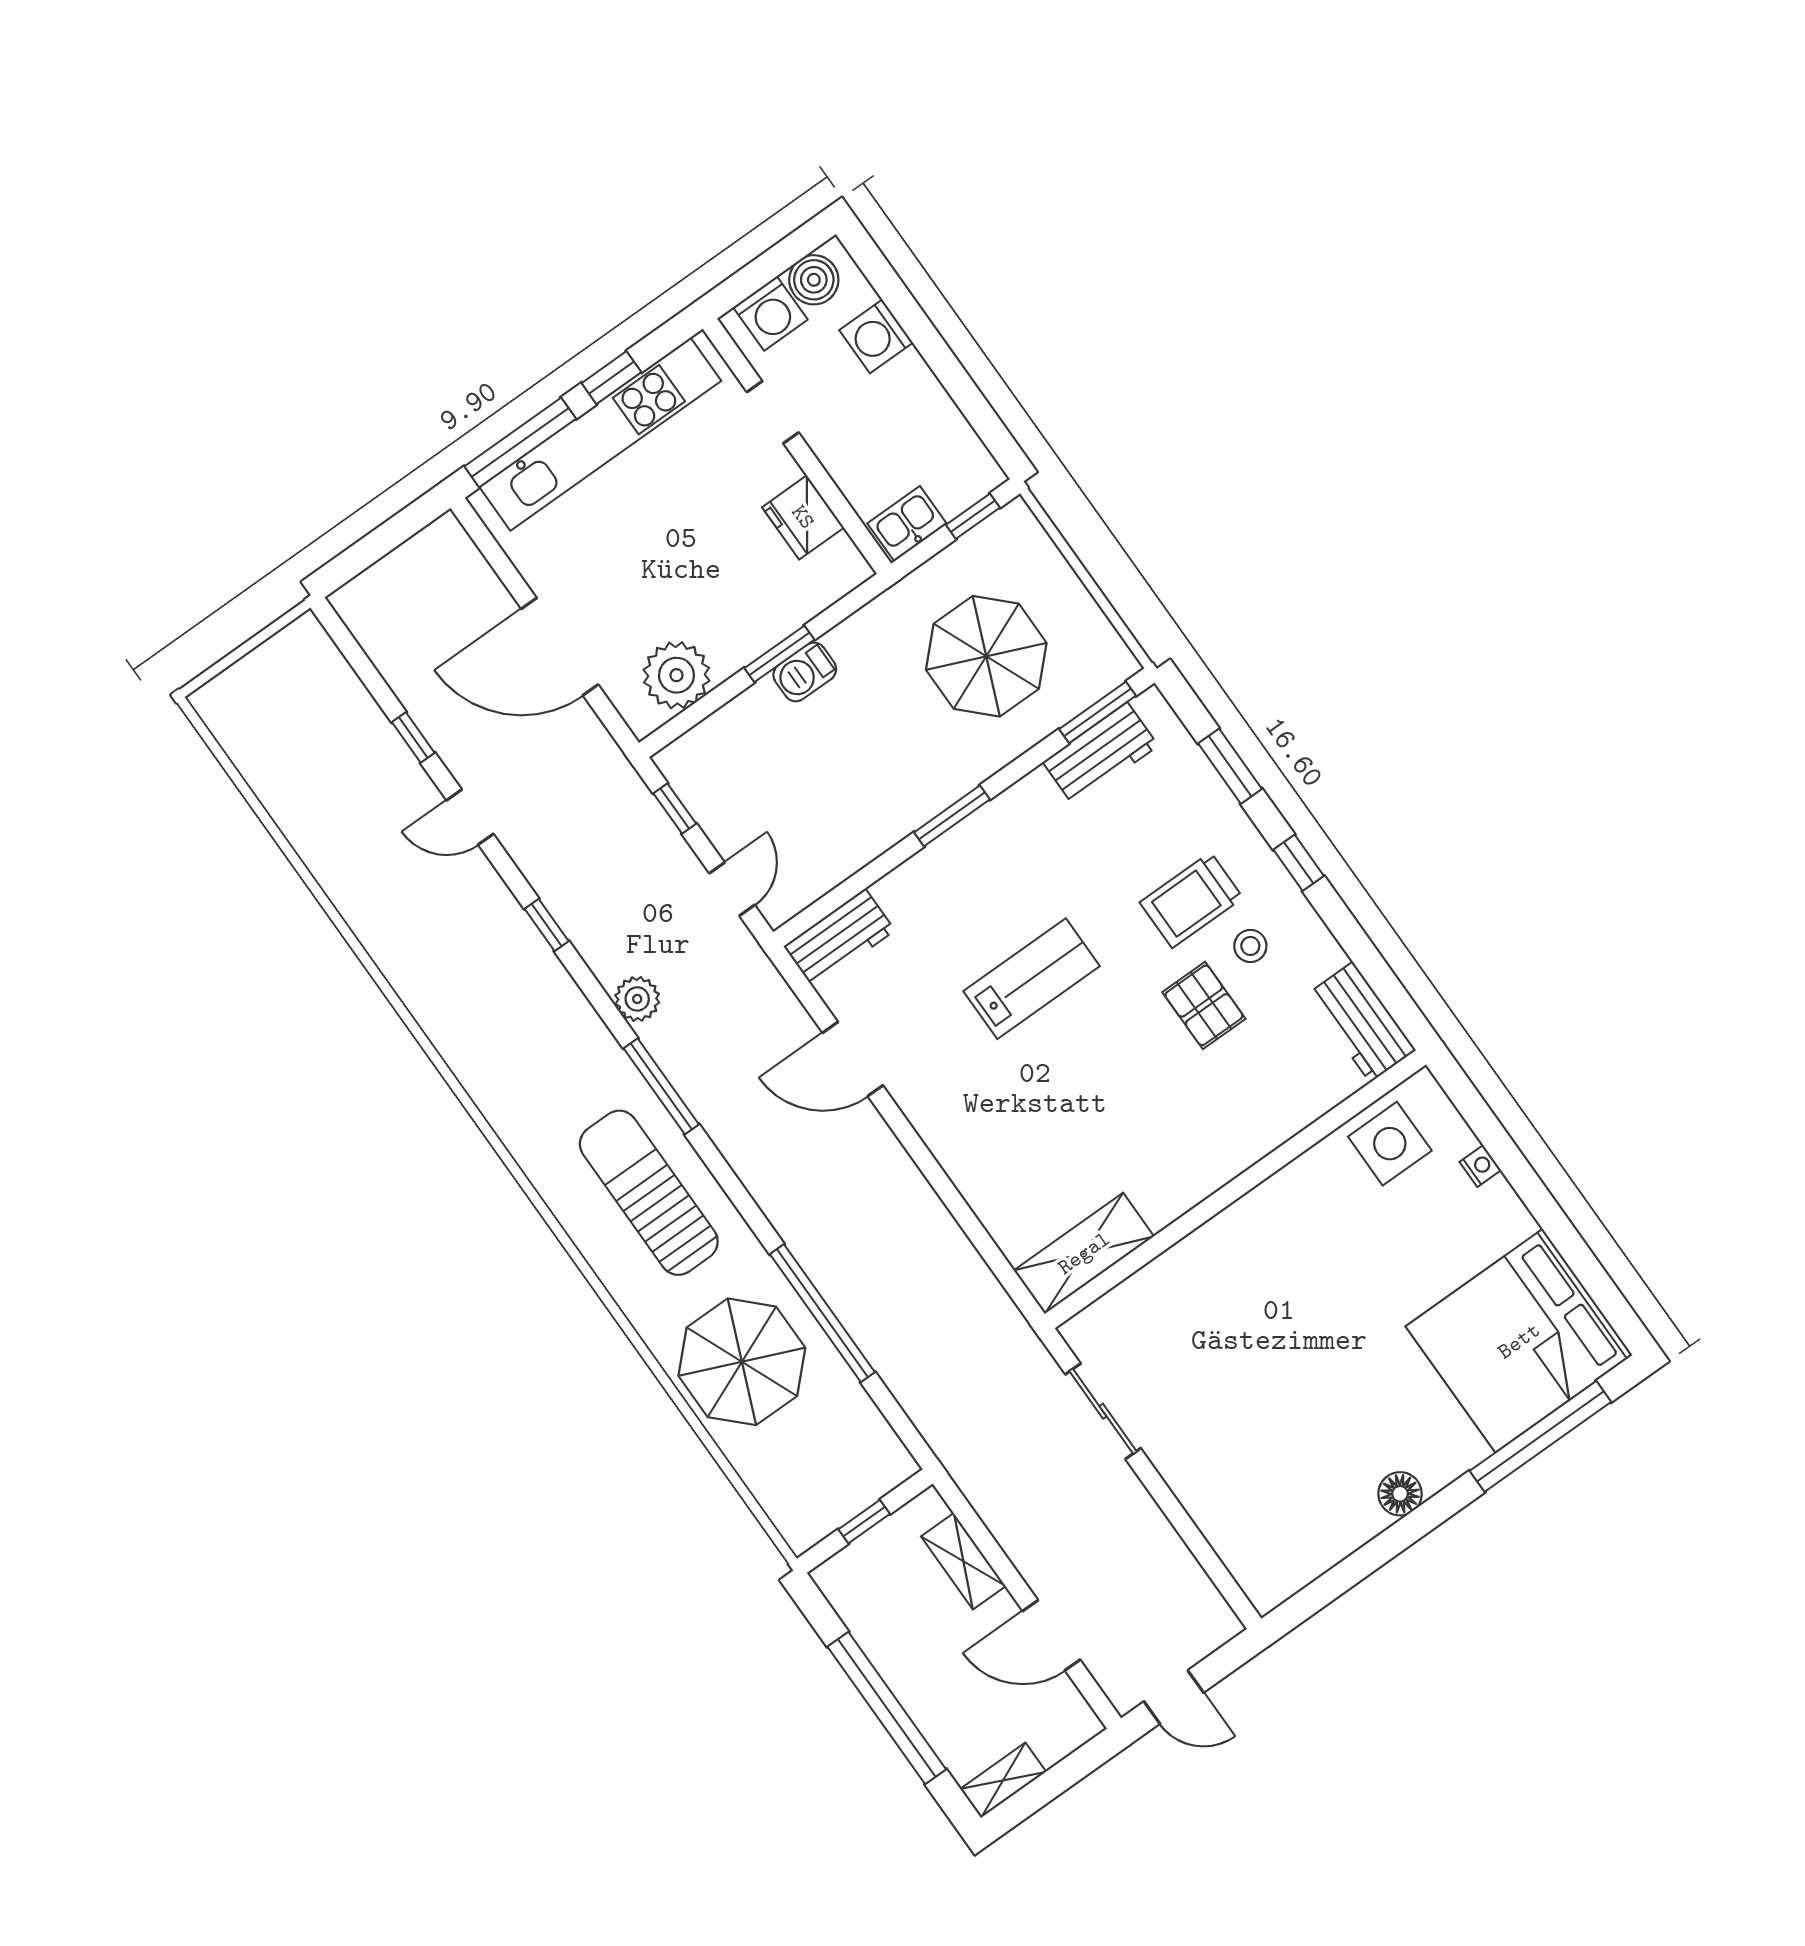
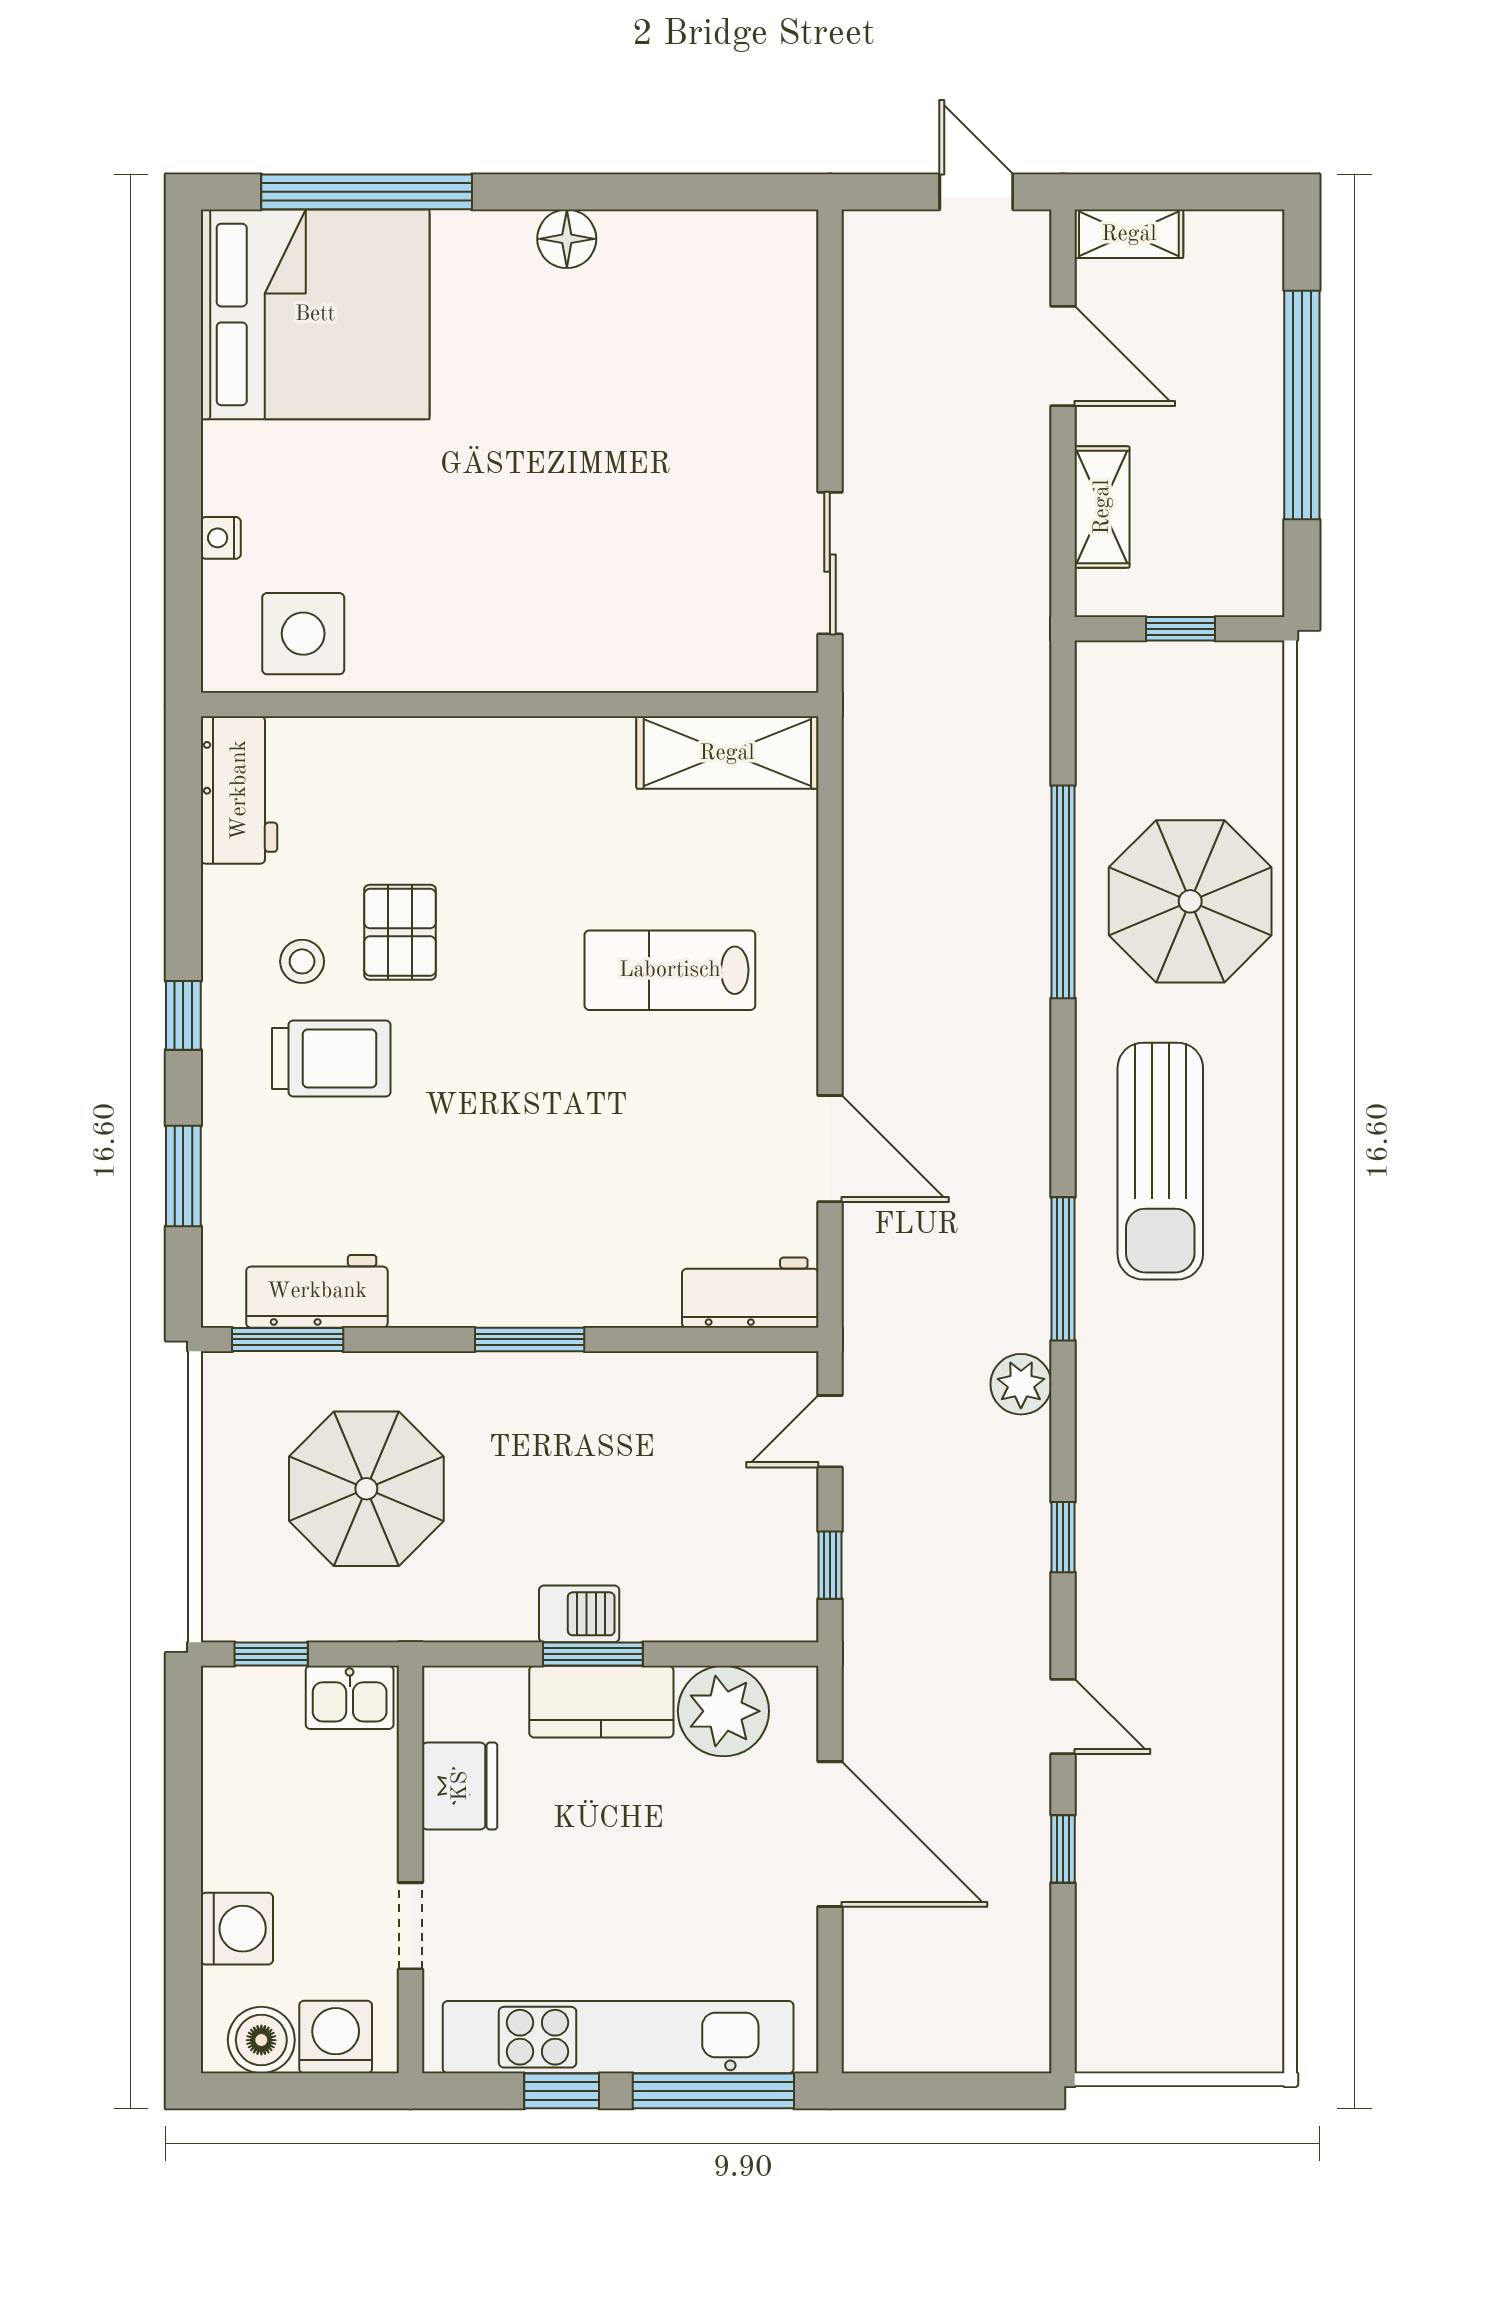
kitchen counter: (754, 629) -> (601, 1702), added
lab bench: (1032, 979) -> (670, 970), moved
shelving: (1003, 1780) -> (1129, 234), moved

